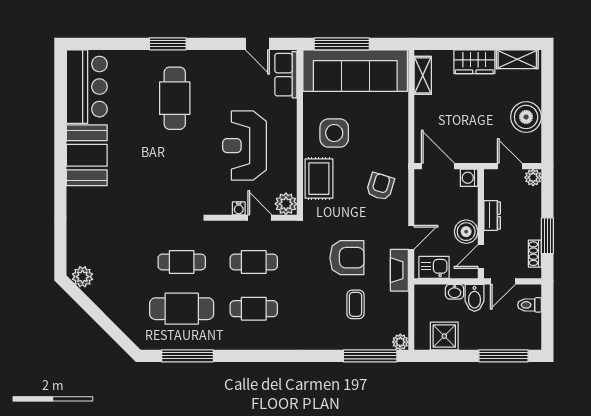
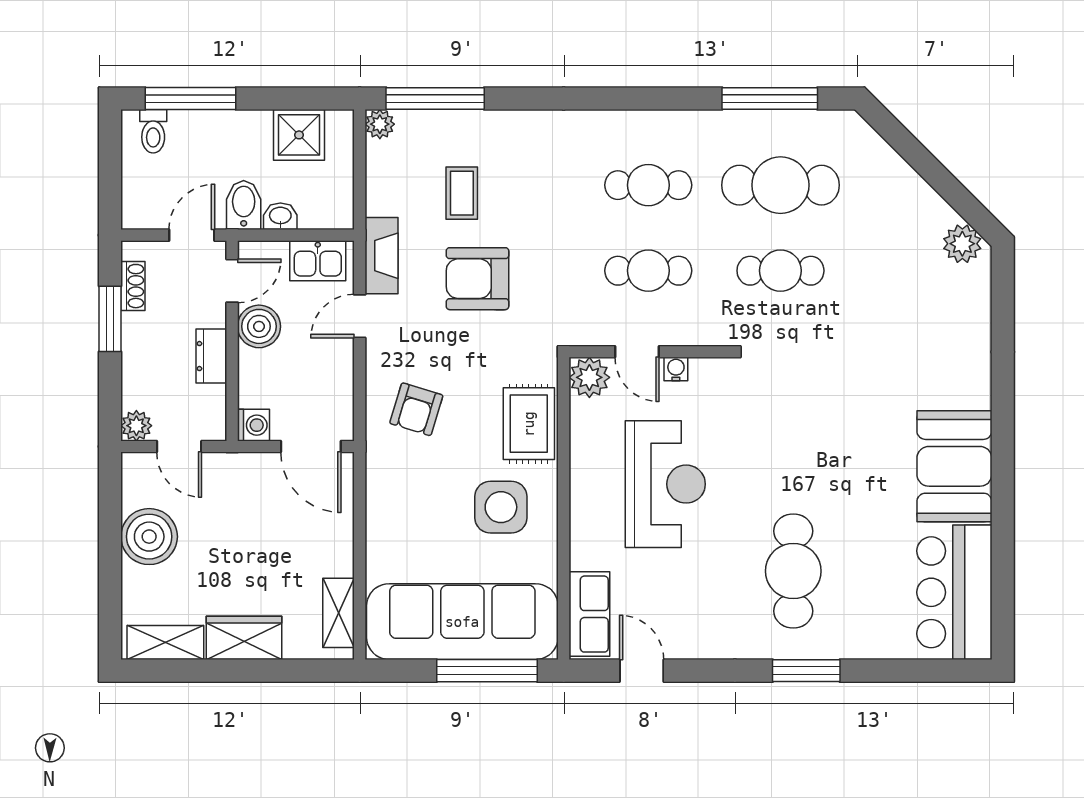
toilet: (529, 305) -> (153, 131), moved, turned 90

